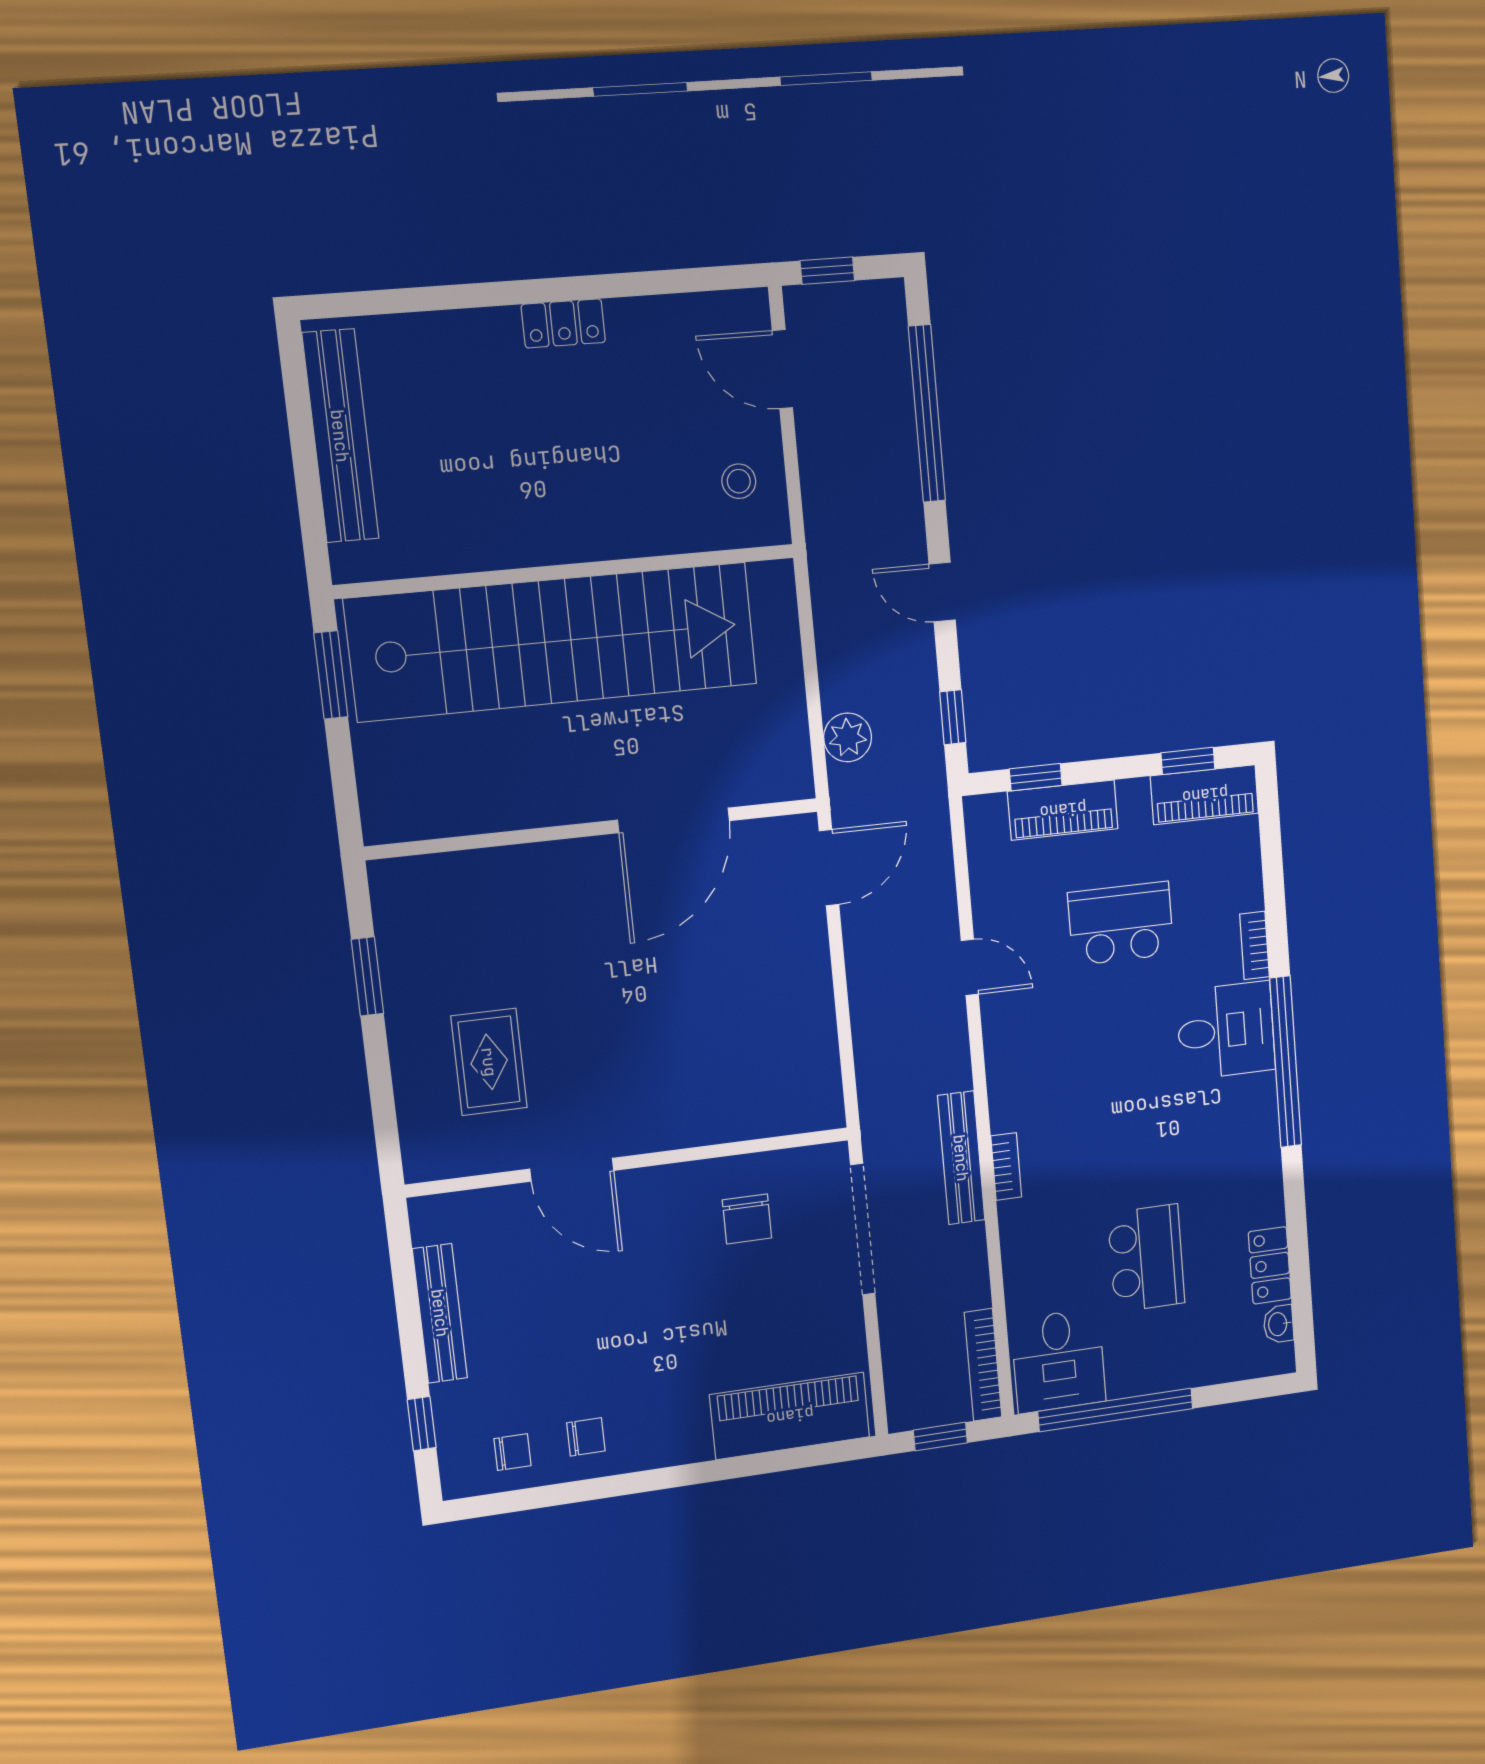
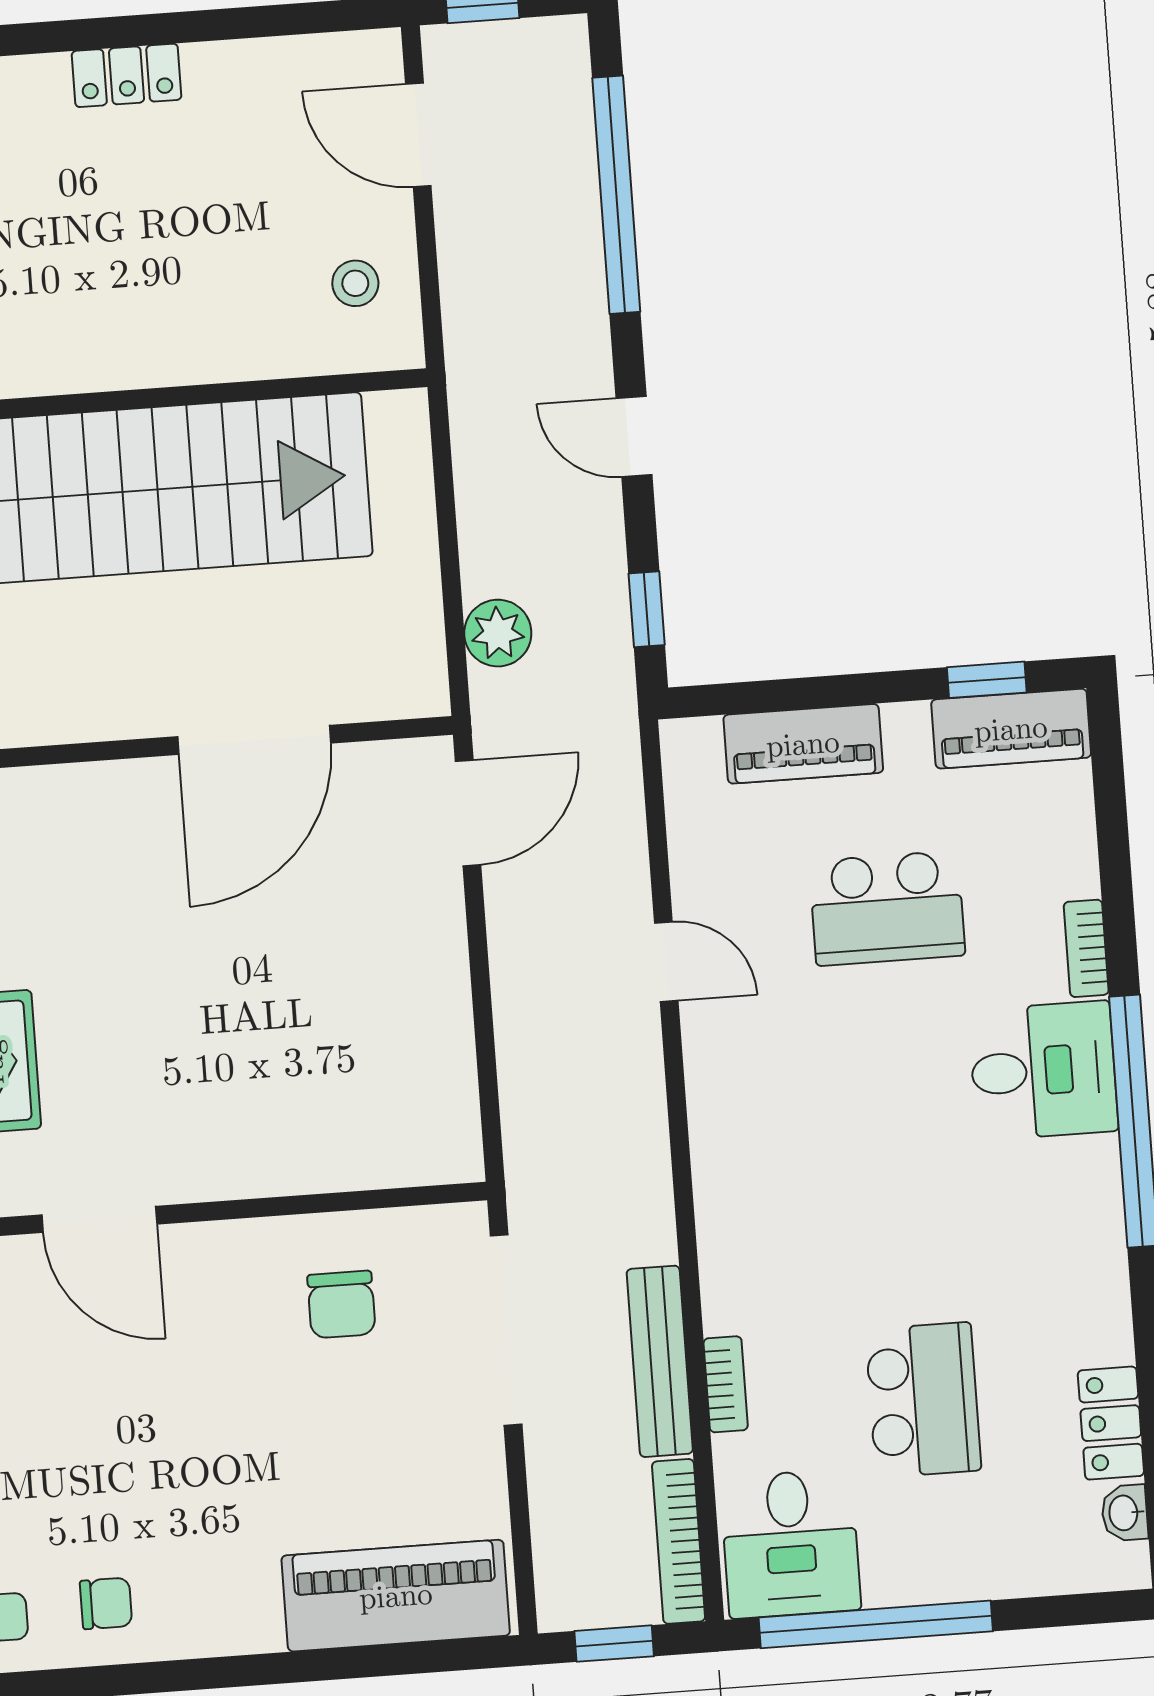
window: (1036, 777) -> (764, 696), removed
school desk: (1121, 923) -> (887, 908), turned 180
bench: (961, 1158) -> (660, 1361), moved
bookcase: (1006, 1167) -> (726, 1384), moved

